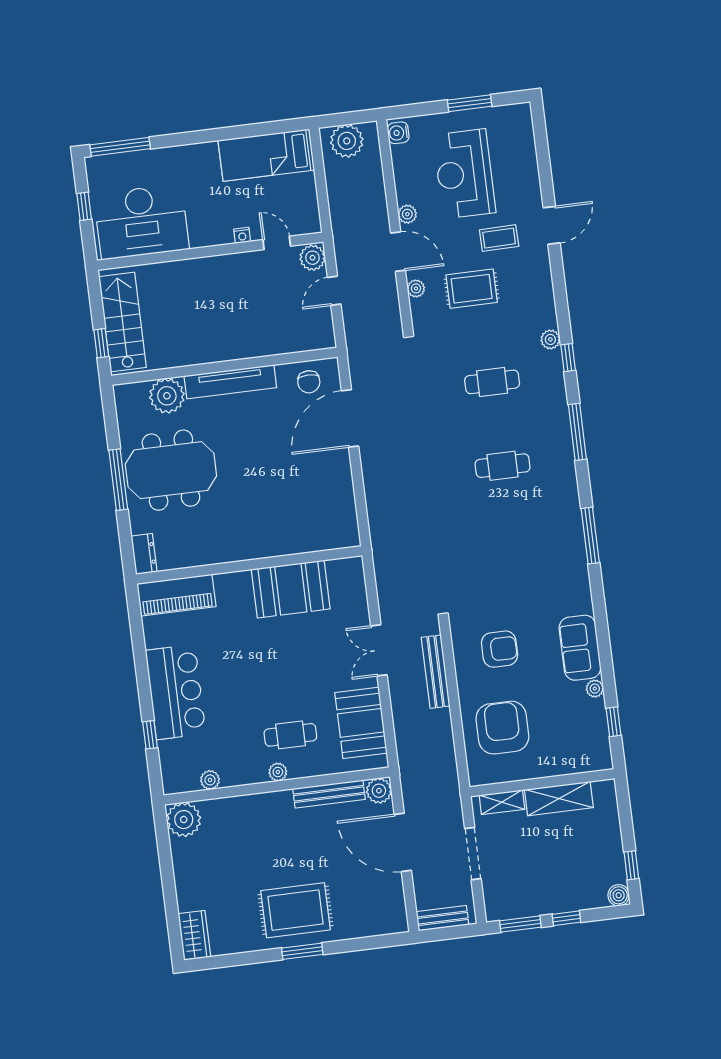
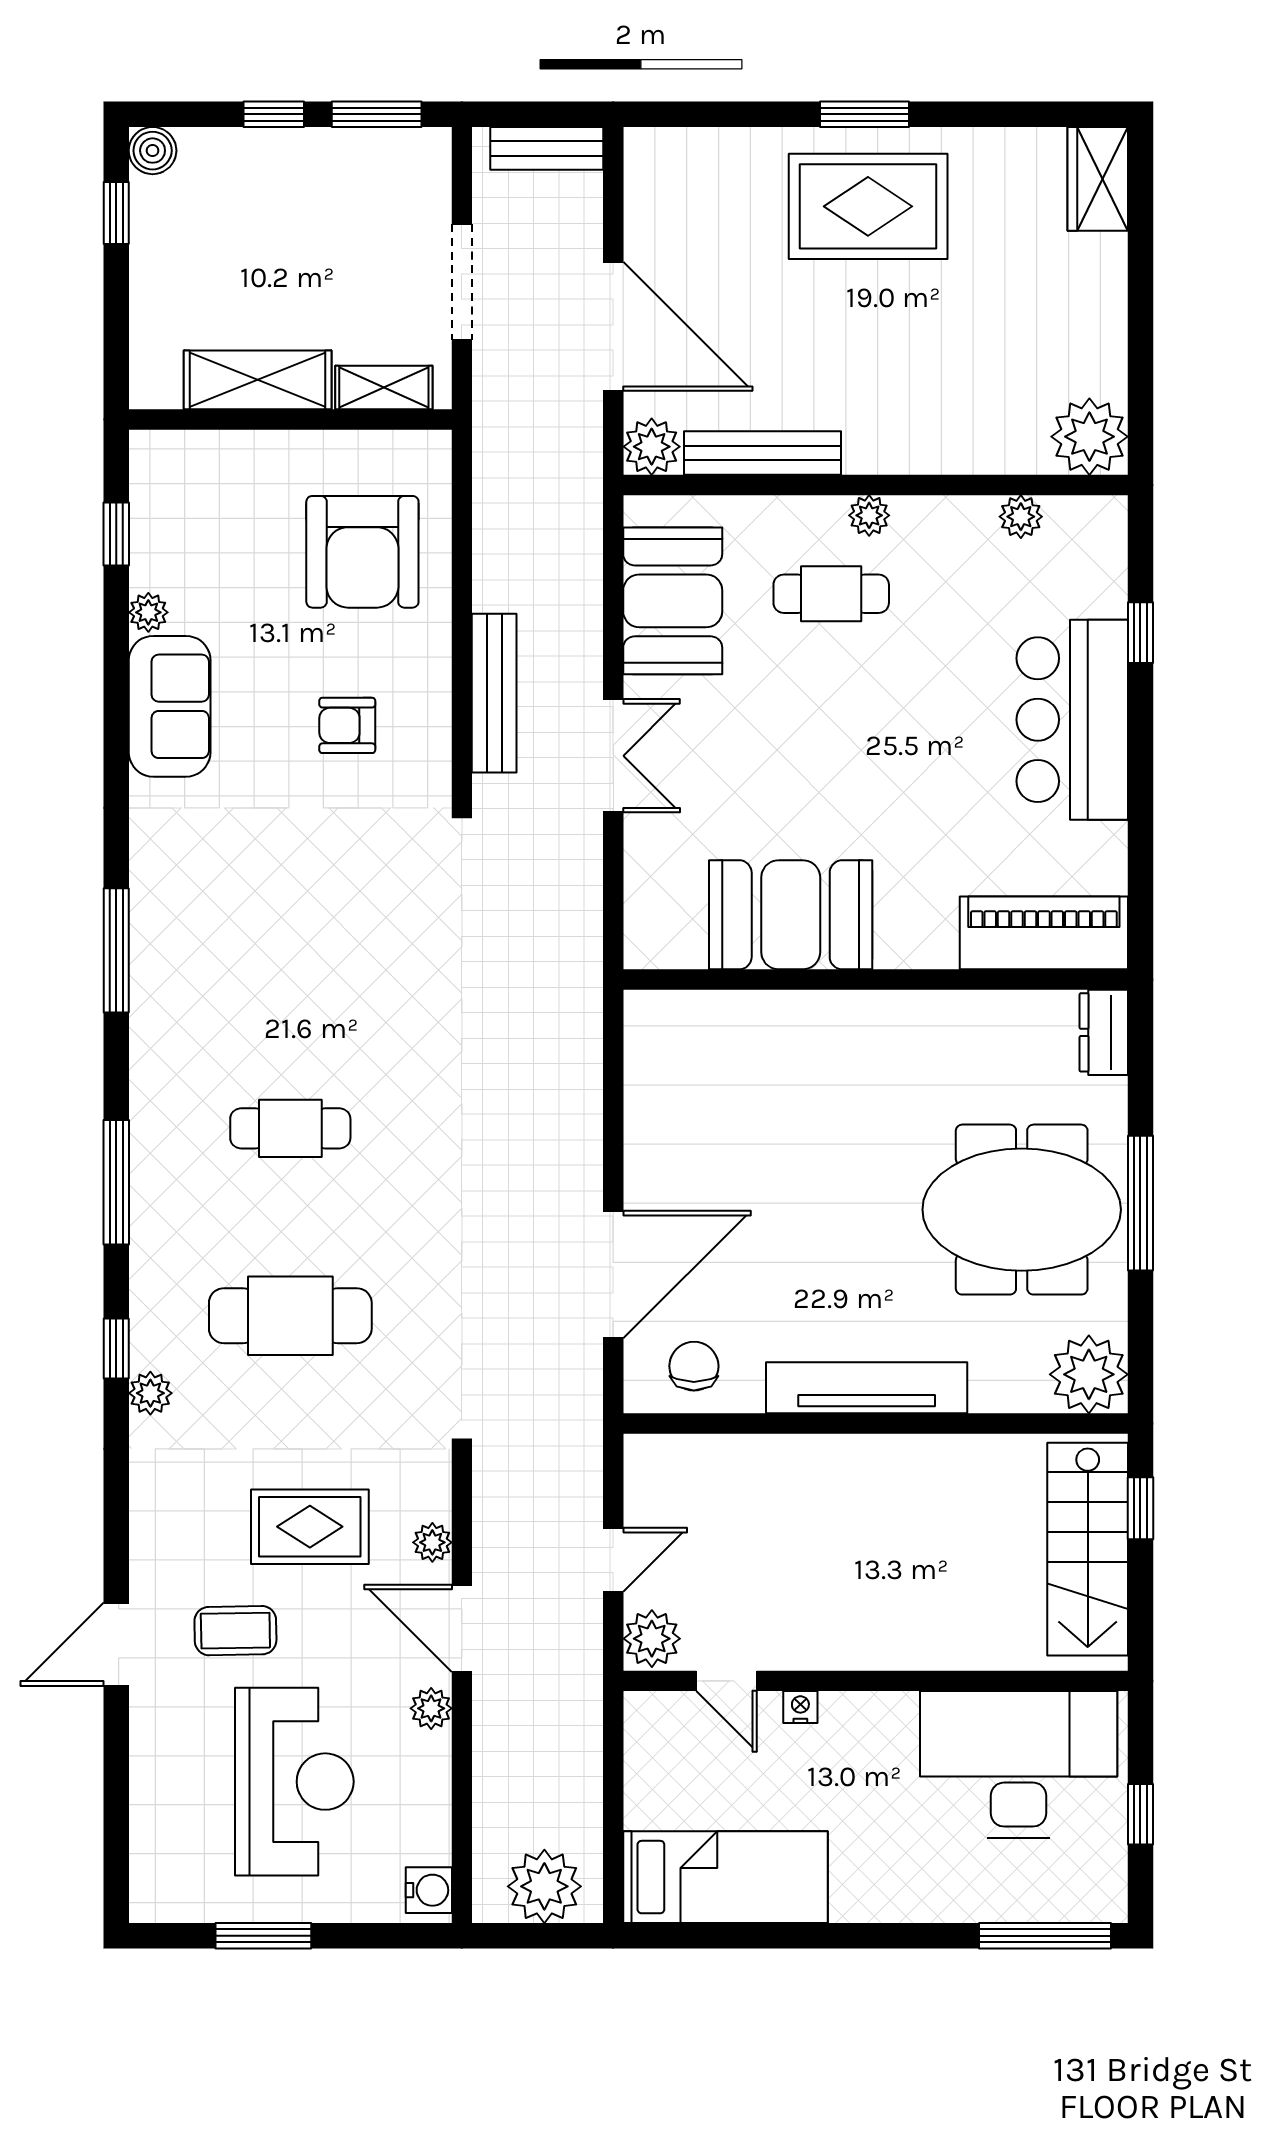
cafe table: (492, 382) -> (290, 1316), width x1.37, depth x1.35
plant: (167, 396) -> (1089, 1374), moved
armchair: (500, 649) -> (347, 725), width x0.72, depth x0.72

